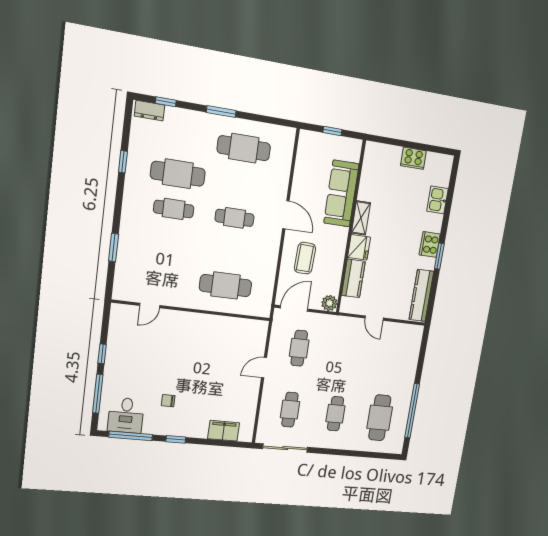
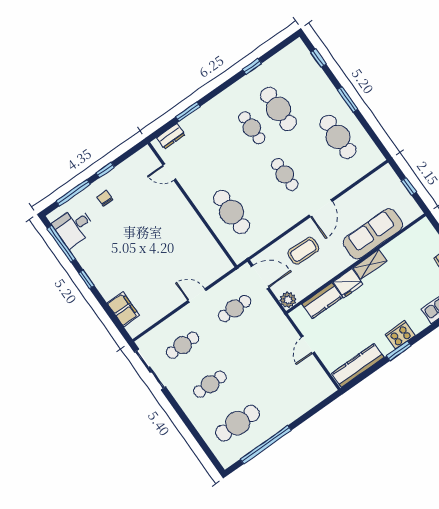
dresser: (150, 111) -> (171, 136), moved, turned -90
chair: (168, 401) -> (105, 198), moved

